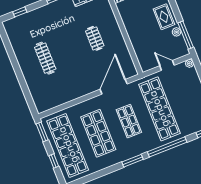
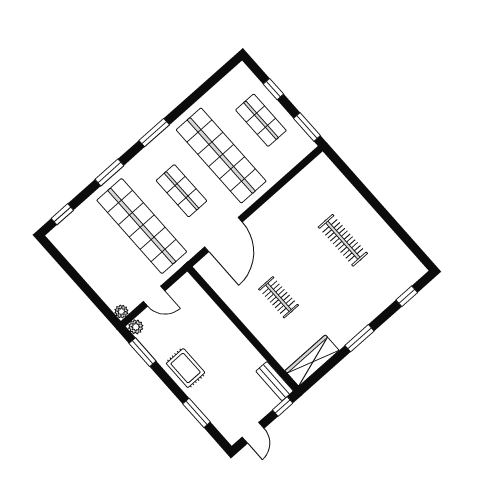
plant: (177, 32) -> (136, 327), moved
window: (186, 35) -> (143, 352), width x0.69
shop shelf: (98, 133) -> (221, 155), width x1.40
shop shelf: (68, 145) -> (261, 120), width x0.50, depth x0.74
window: (167, 147) -> (109, 173), width x0.47

